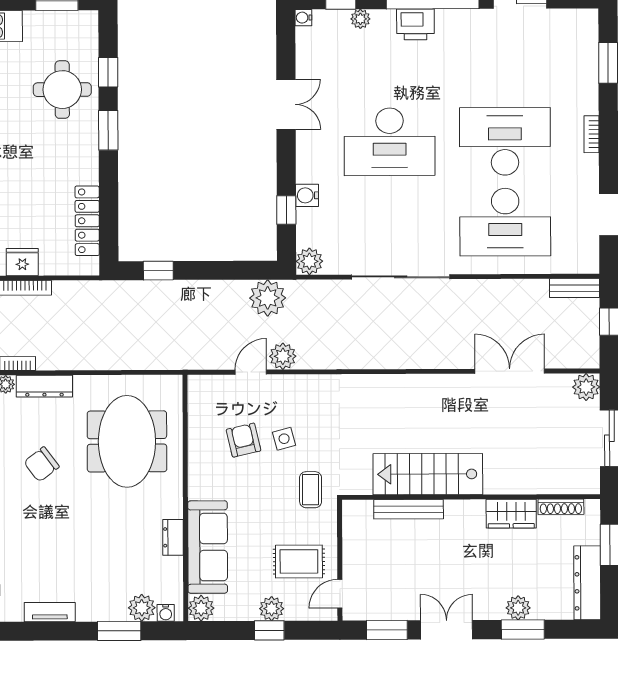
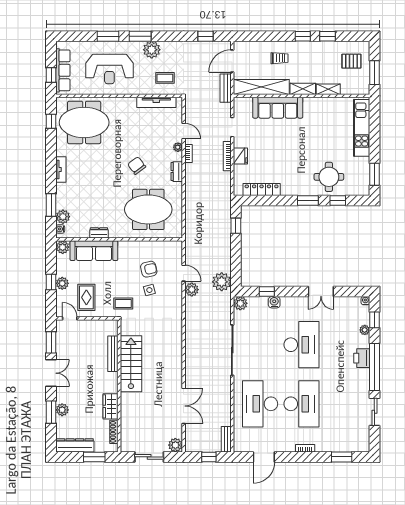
desk: (390, 142) -> (302, 345), turned 180
dresser: (44, 386) -> (177, 172), width x0.70

